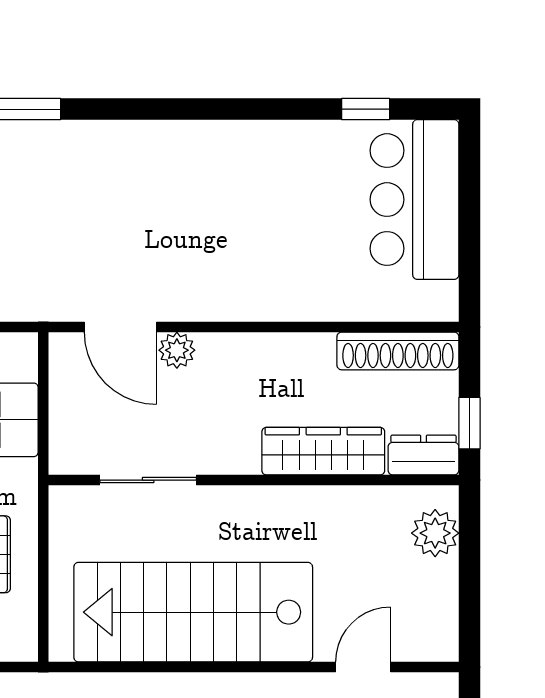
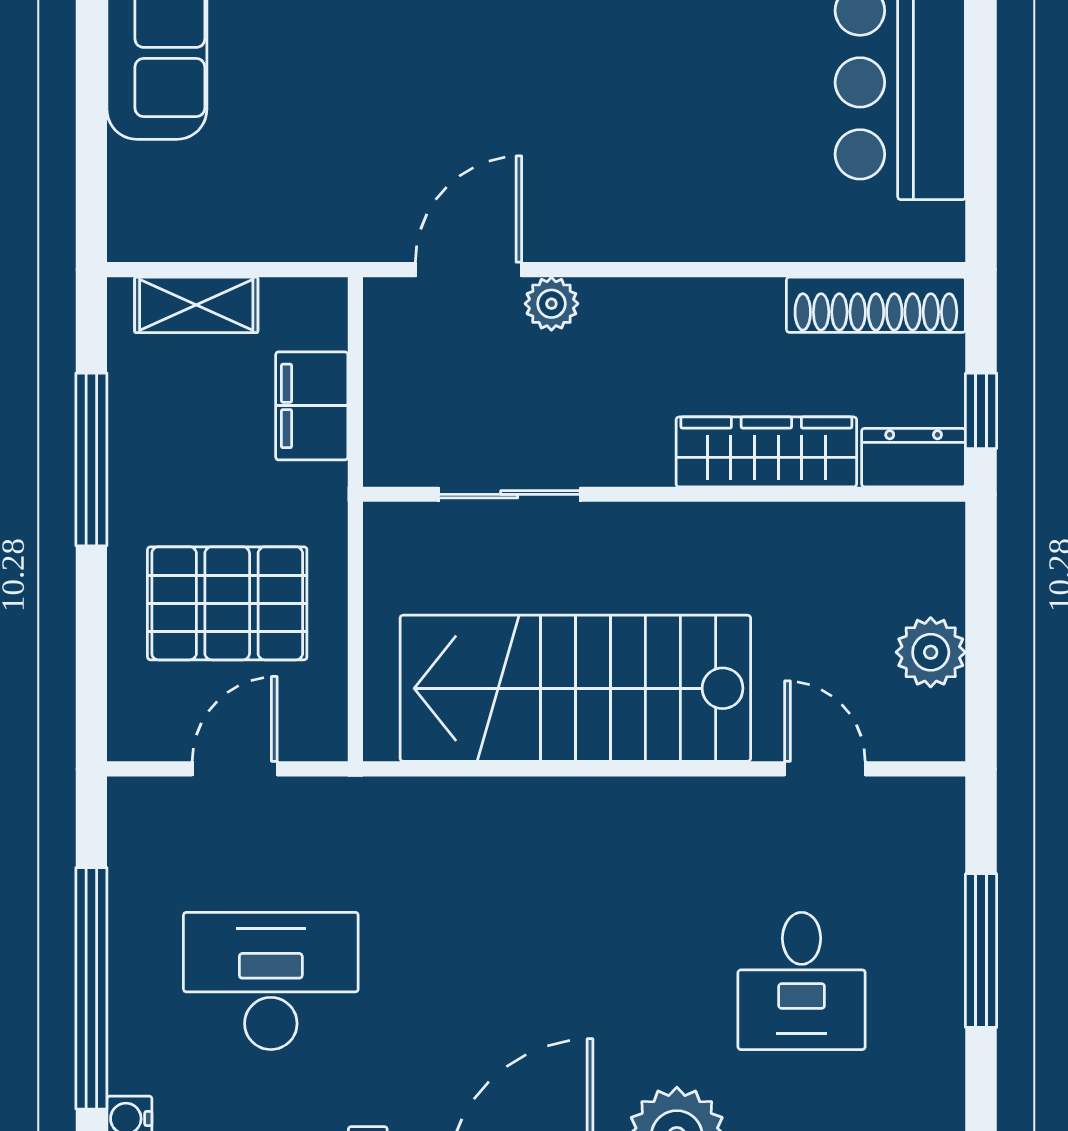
door: (120, 327) -> (469, 270), swing flipped
plant: (435, 533) -> (931, 652), moved
door: (363, 667) -> (825, 769), hinge flipped

